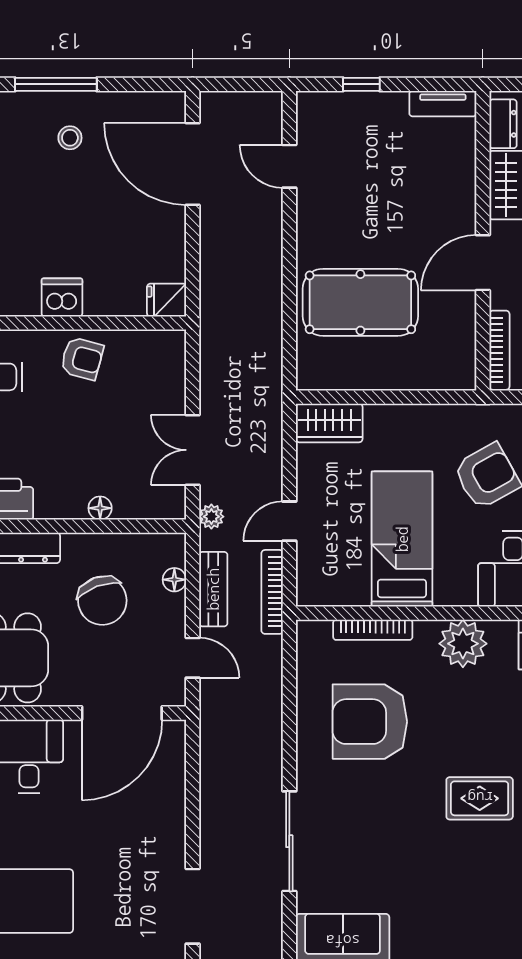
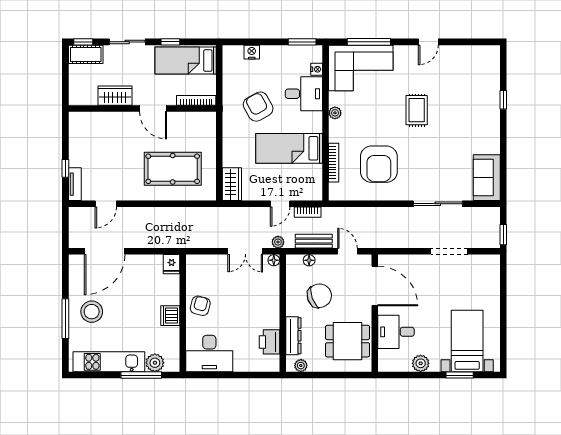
tv unit: (443, 104) -> (75, 184), moved
dresser: (503, 124) -> (85, 99), removed
stool: (70, 138) -> (92, 312), width x1.89, depth x1.89
pool table: (360, 302) -> (173, 169), turned 90
floor lamp: (100, 508) -> (274, 260), moved
door: (289, 521) -> (280, 204), hinge flipped
bookcase: (272, 592) -> (308, 212), width x0.64
plant: (463, 644) -> (335, 113), width x0.53, depth x0.53
door: (193, 658) -> (347, 251), hinge flipped
doorway: (193, 906) -> (449, 251), moved

